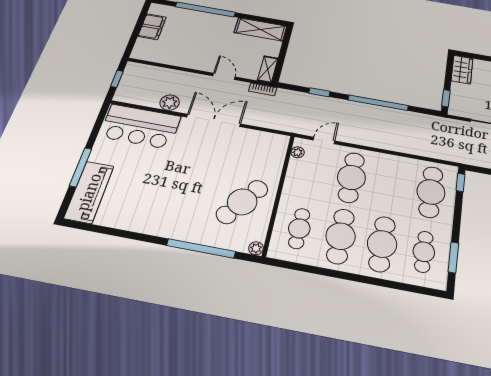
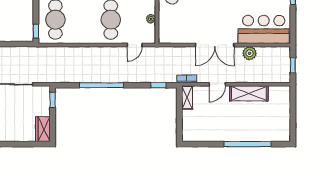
filing cabinet: (152, 27) -> (283, 118), removed
shelving: (260, 29) -> (249, 93), moved
door: (224, 76) -> (217, 84), hinge flipped
window: (319, 92) -> (158, 85), moved
plant: (298, 152) -> (151, 19), moved

